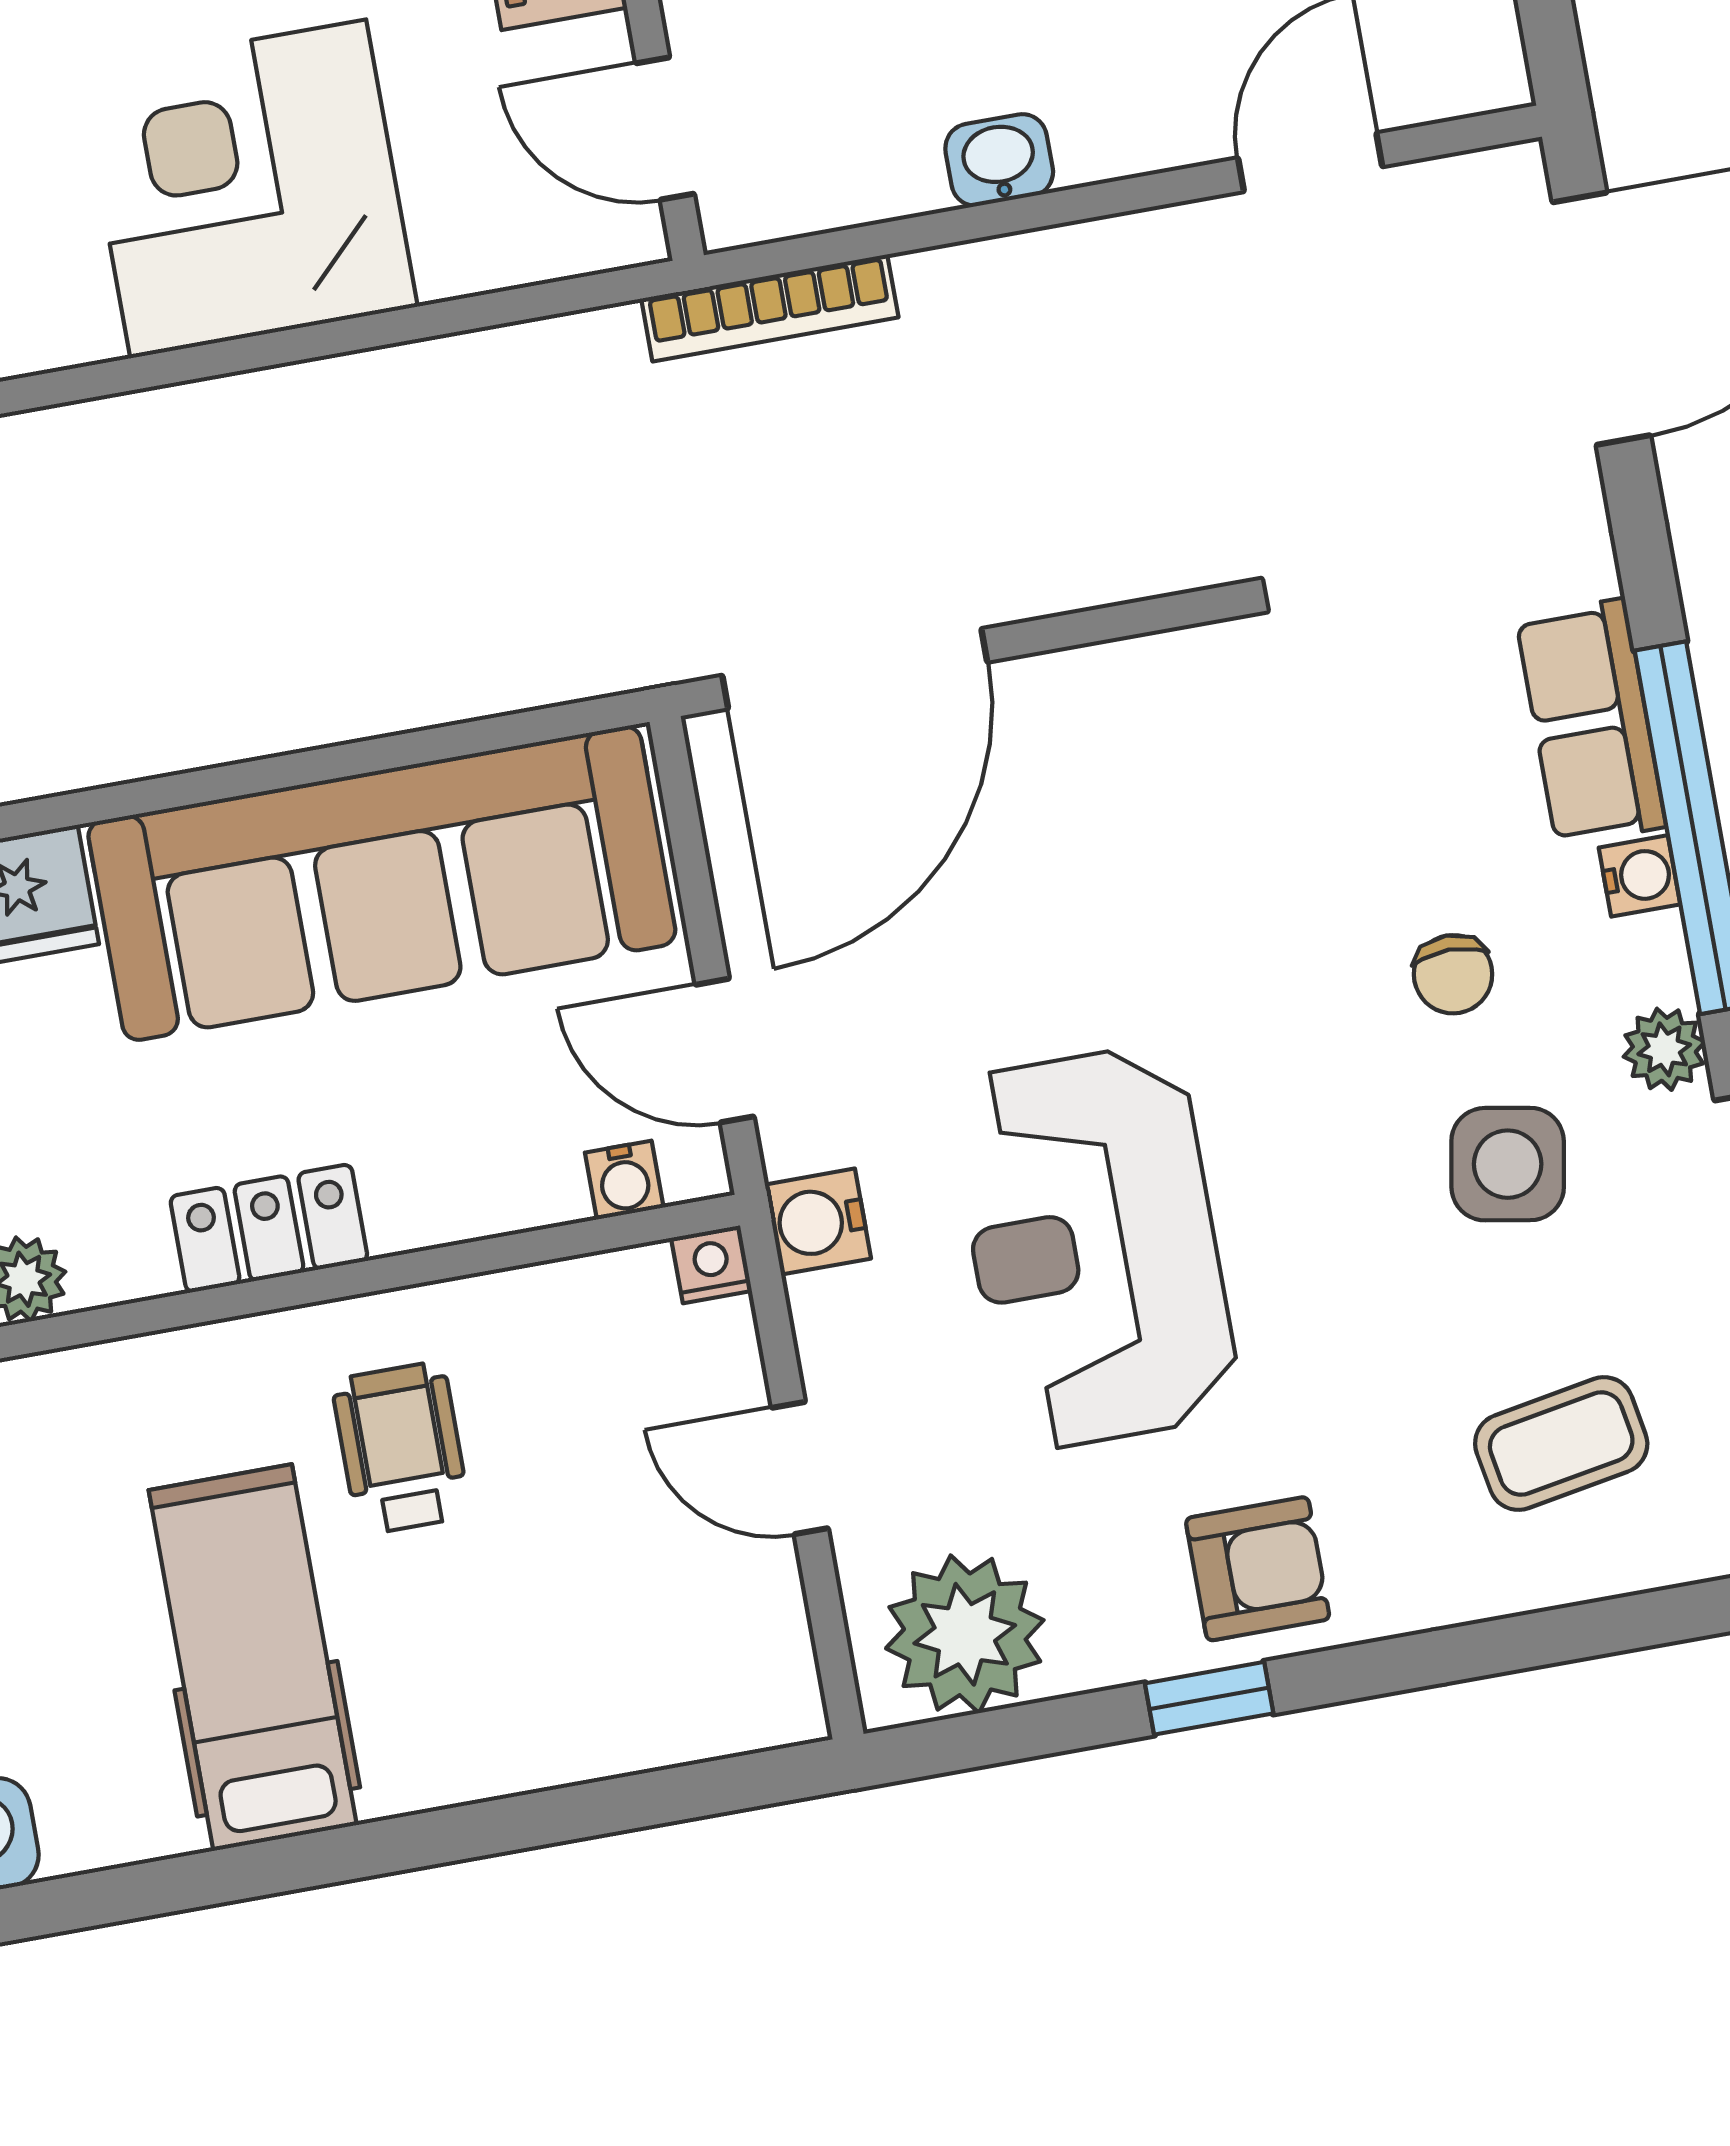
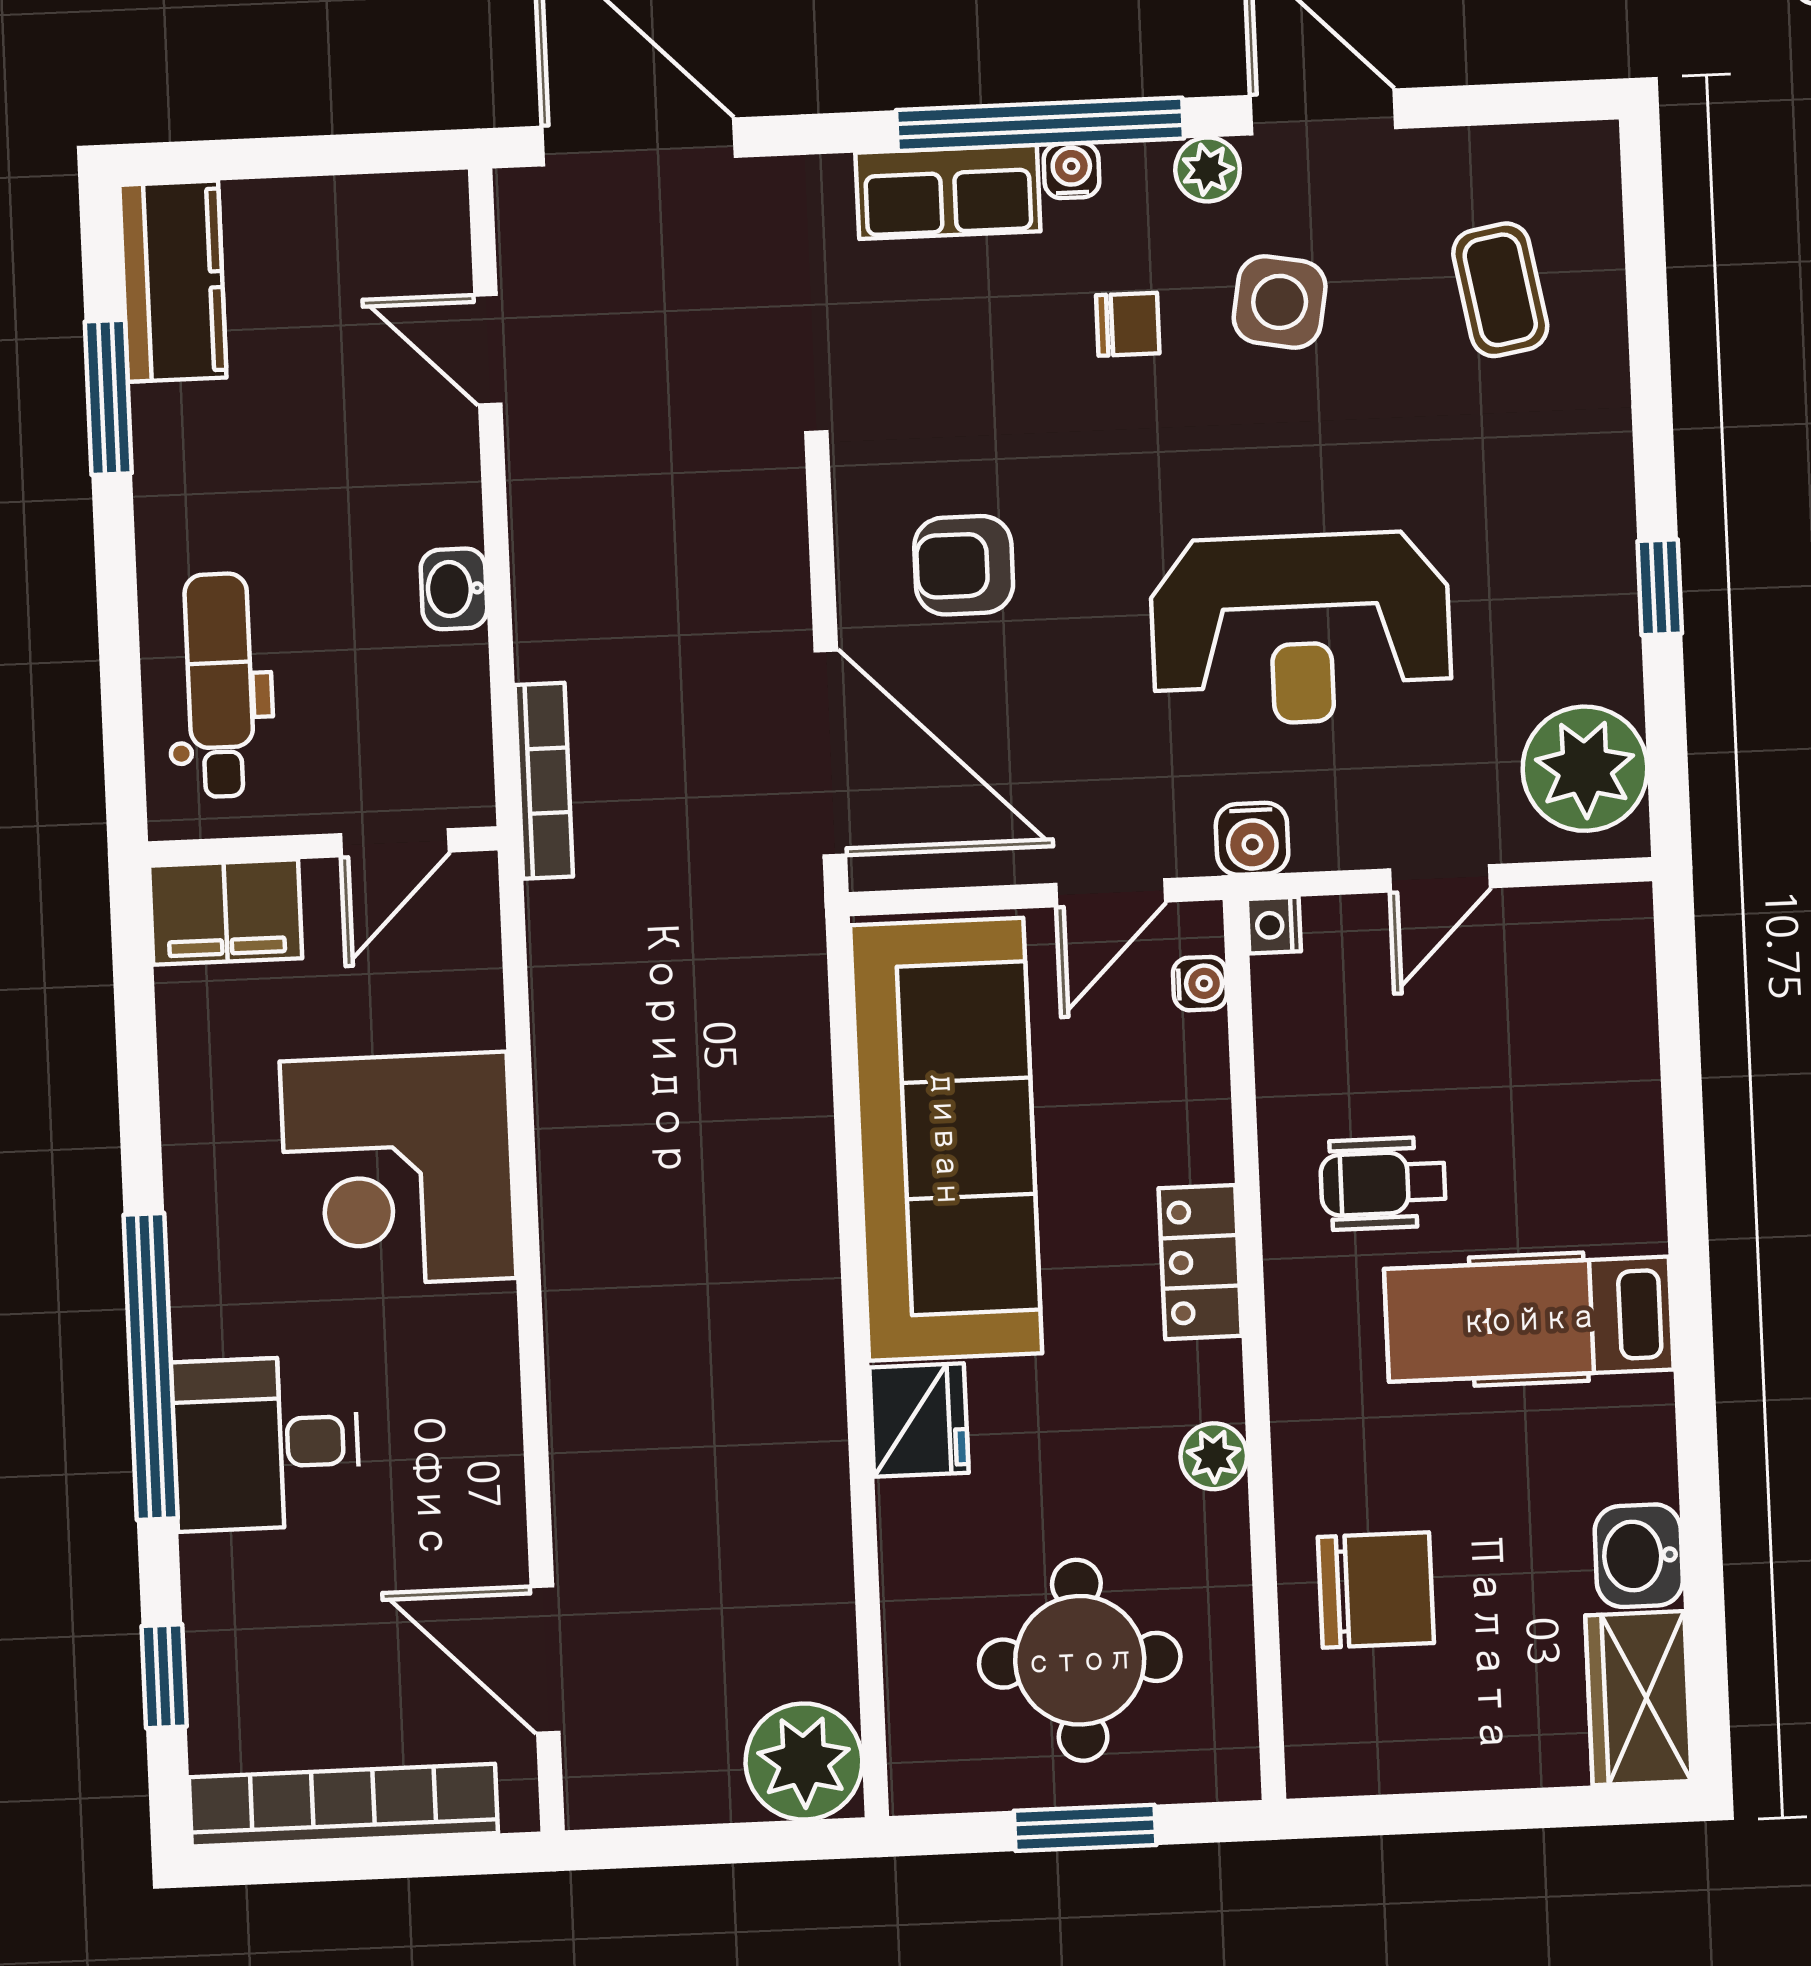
armchair: (1258, 1569) -> (964, 565), moved, turned -90

